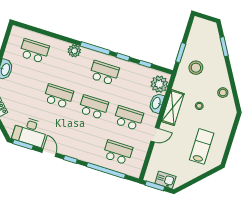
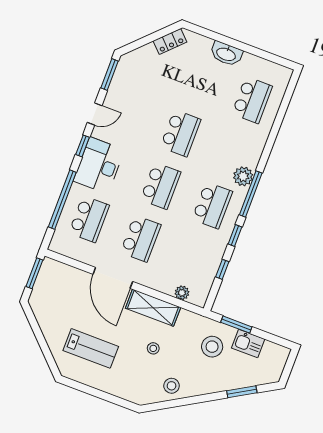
plant: (74, 51) -> (243, 176), moved
plant: (159, 84) -> (182, 293), width x0.53, depth x0.53
washbasin: (157, 103) -> (161, 283), removed
desk: (30, 132) -> (99, 165), moved
door: (155, 135) -> (113, 278), width x1.88
kitchen sink: (165, 180) -> (248, 343), moved, turned 90

